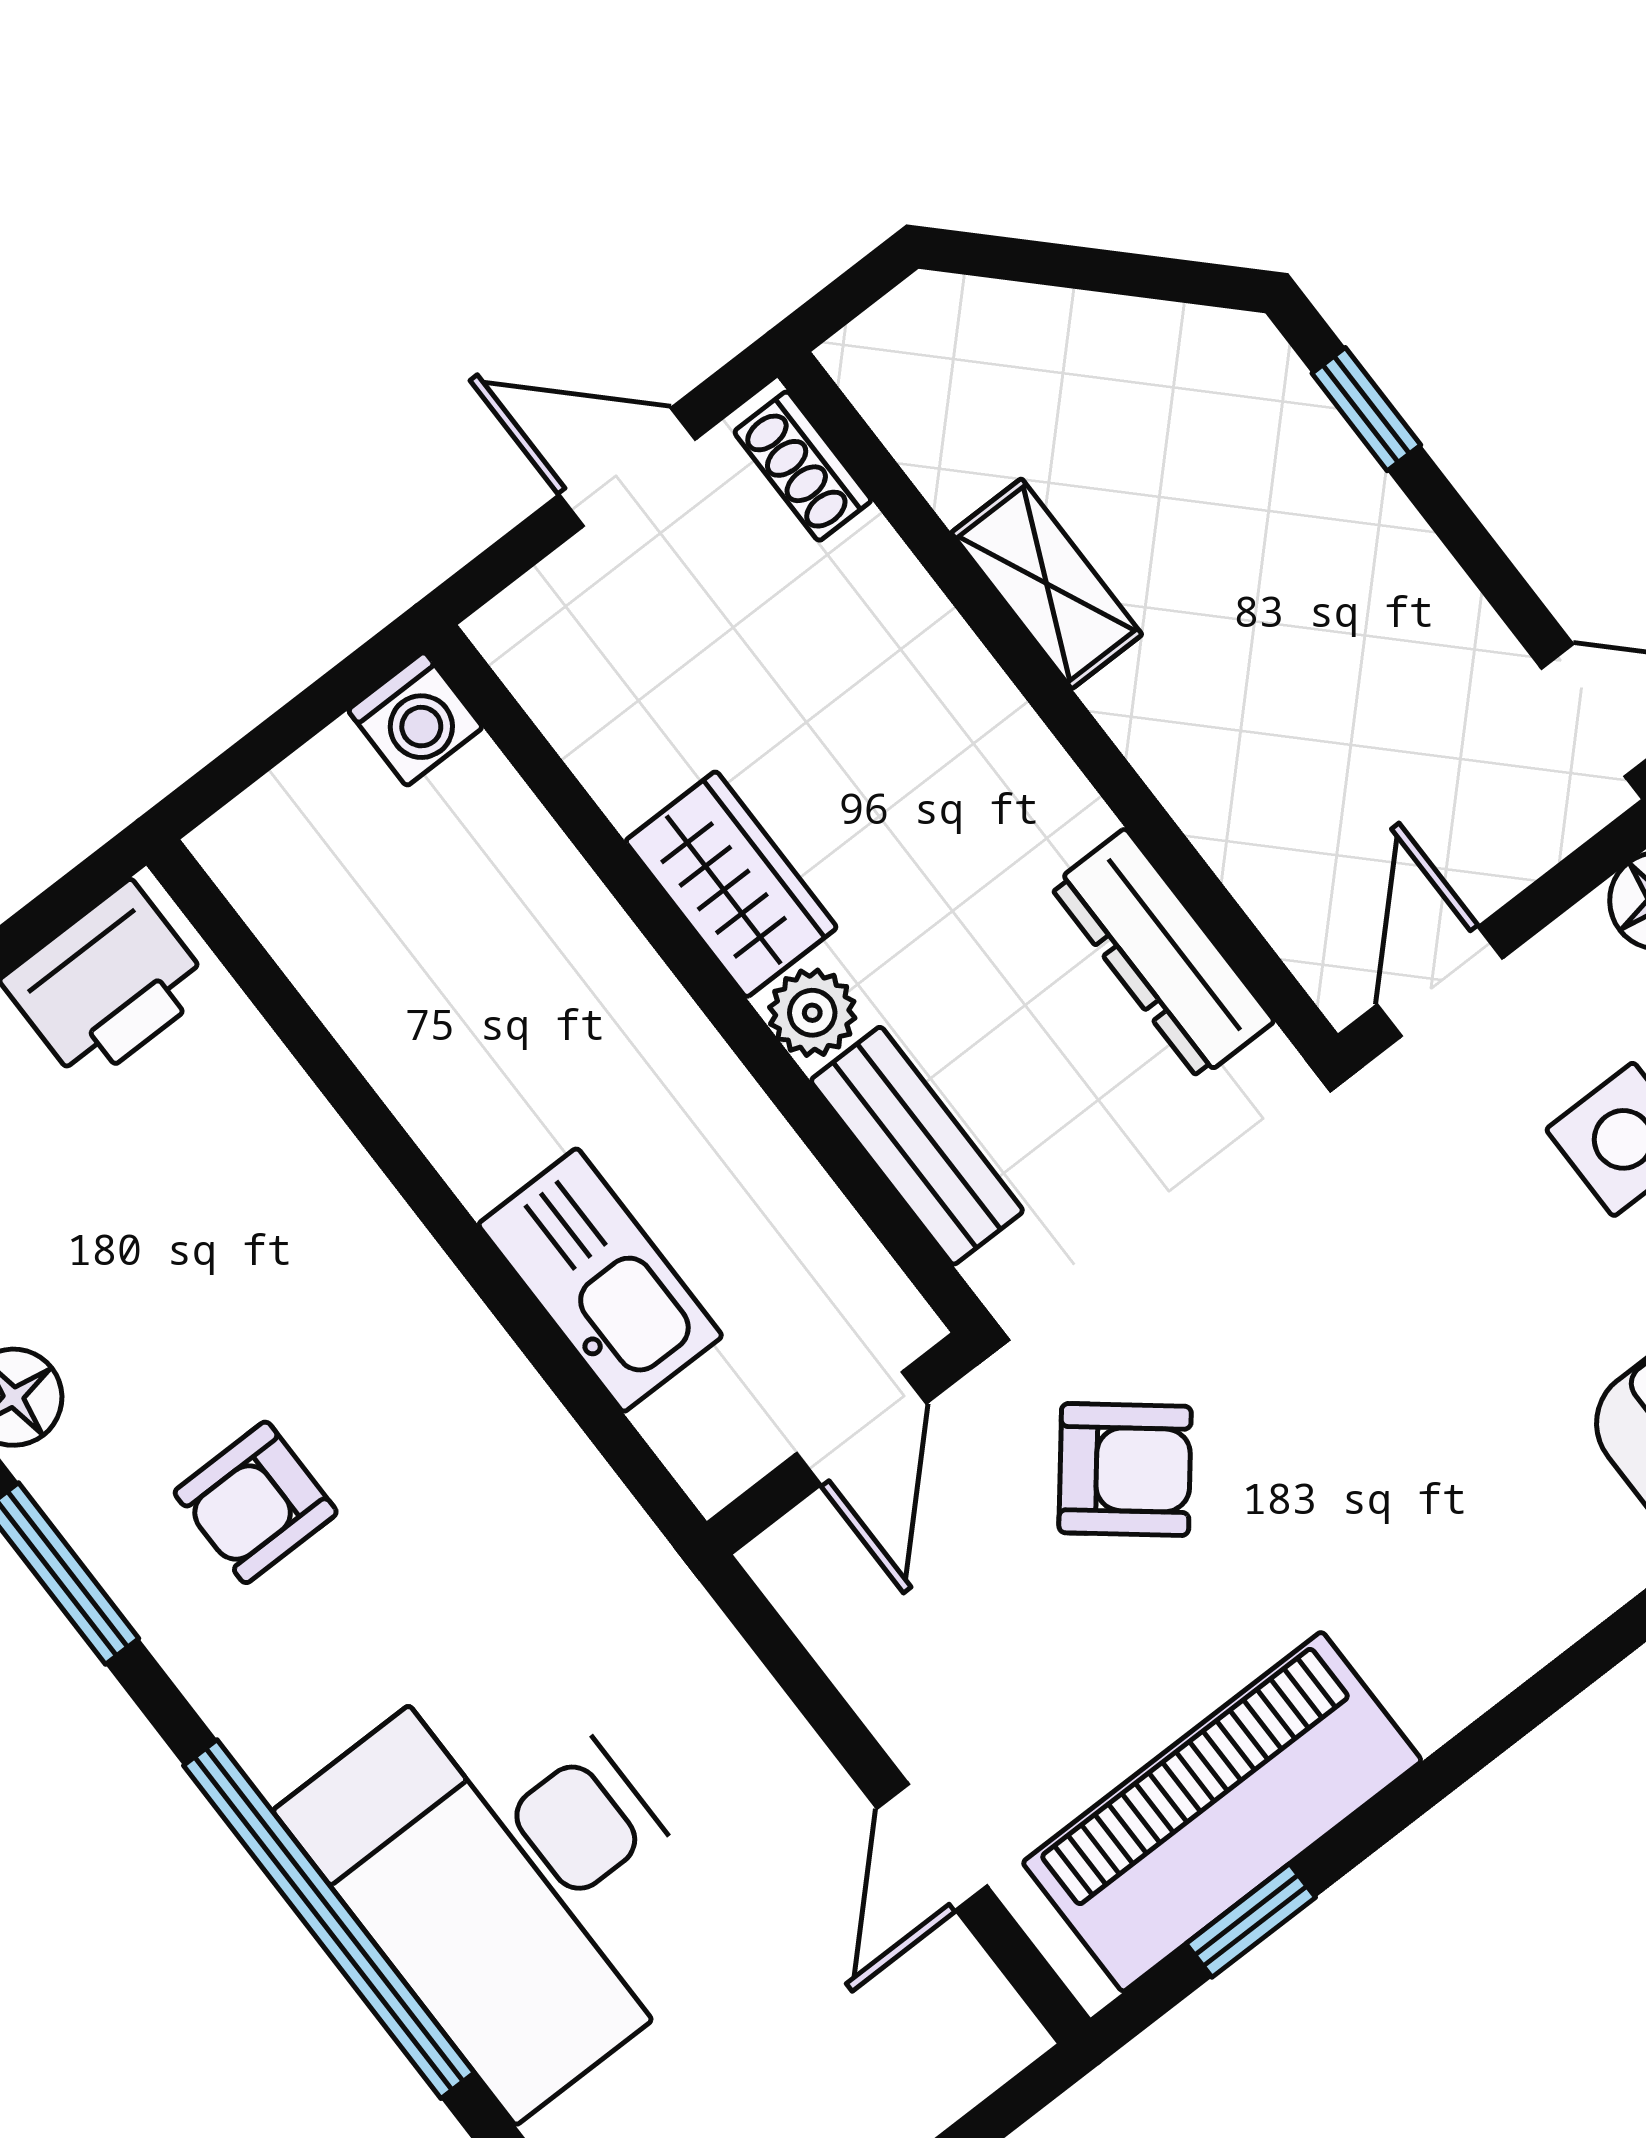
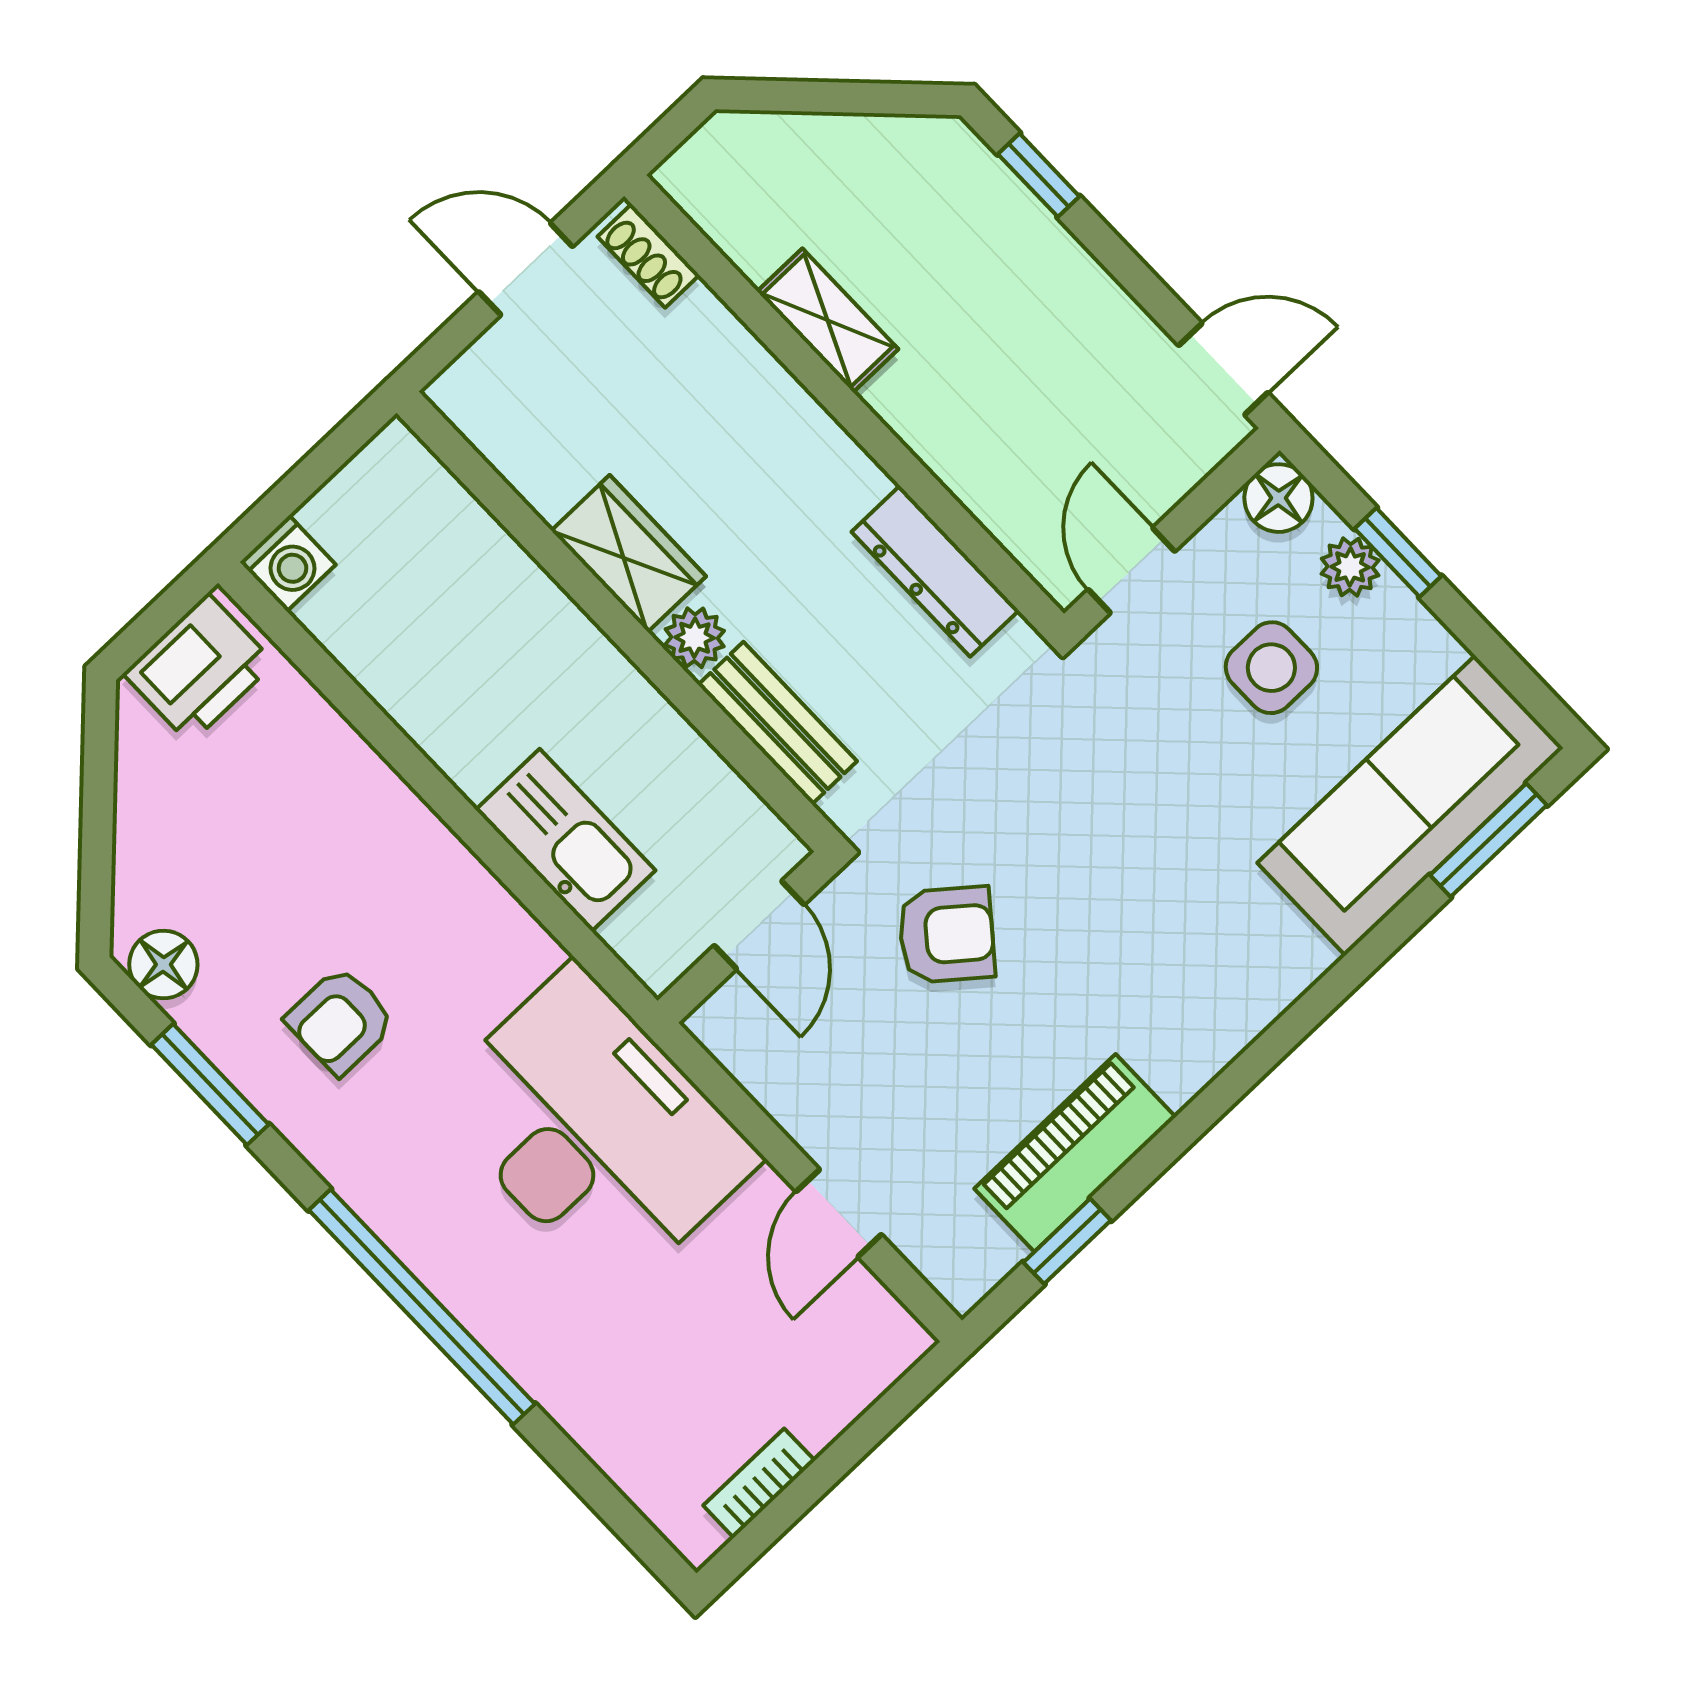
washing machine: (415, 719) -> (288, 563), moved
piano: (1222, 1812) -> (1075, 1153), width x0.73, depth x0.75
desk: (512, 1877) -> (594, 1130), moved, turned 180

